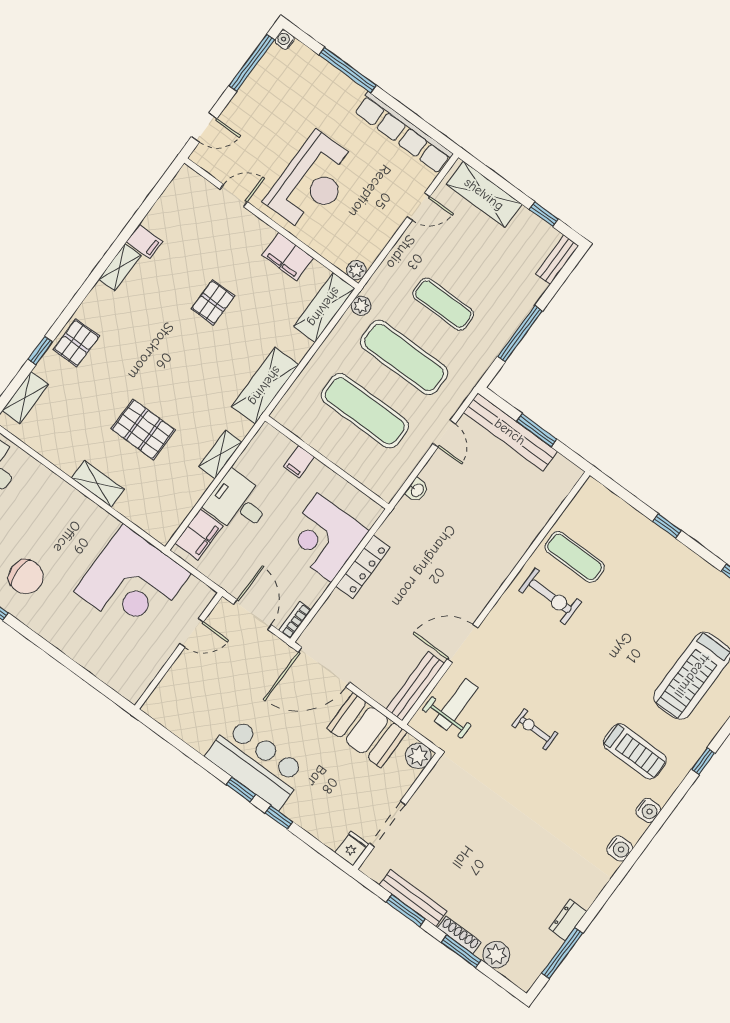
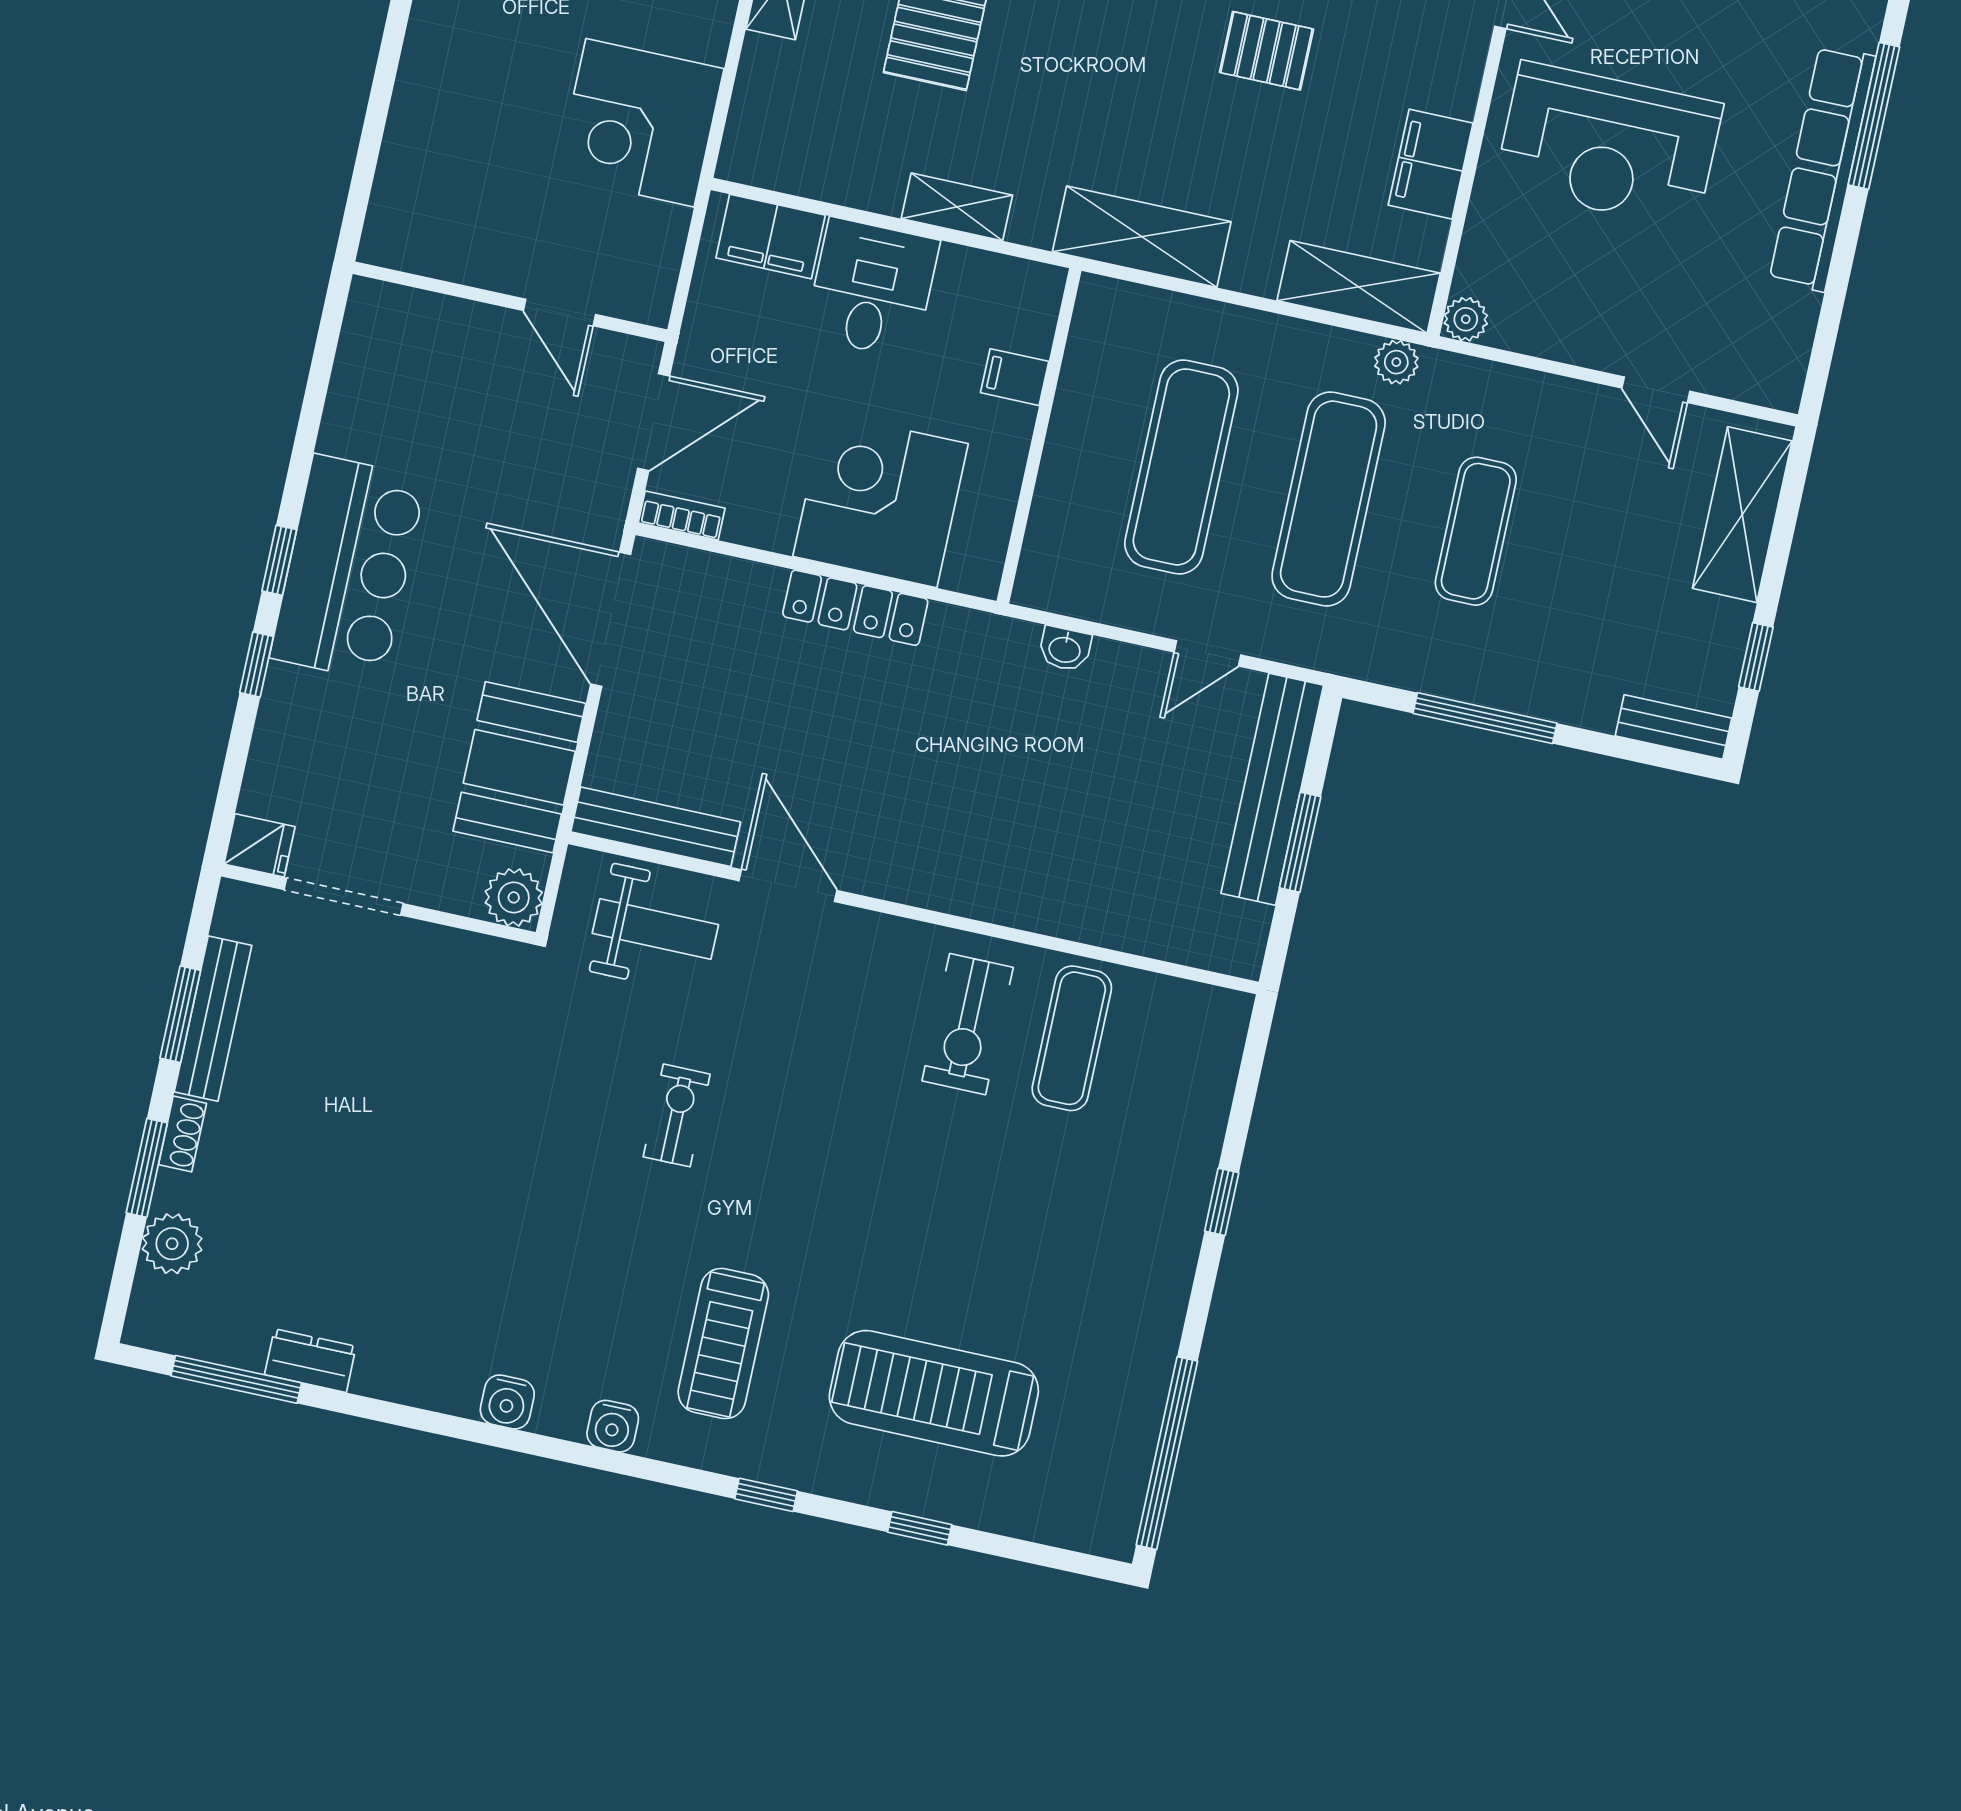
row of seats: (404, 133) -> (1822, 168), moved
corner desk: (132, 582) -> (640, 123), width x0.74, depth x0.74
shoe rack: (459, 935) -> (182, 1134), width x0.70

